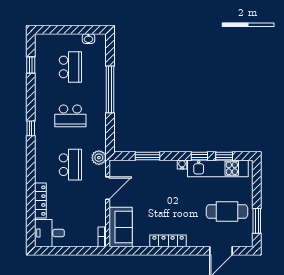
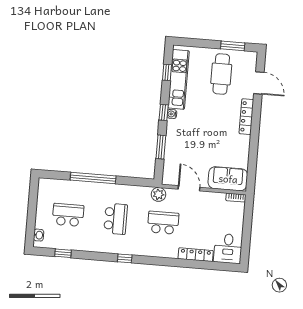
washbasin: (88, 39) -> (39, 235), moved
window: (199, 156) -> (164, 112), moved
locker: (168, 241) -> (246, 117), moved

